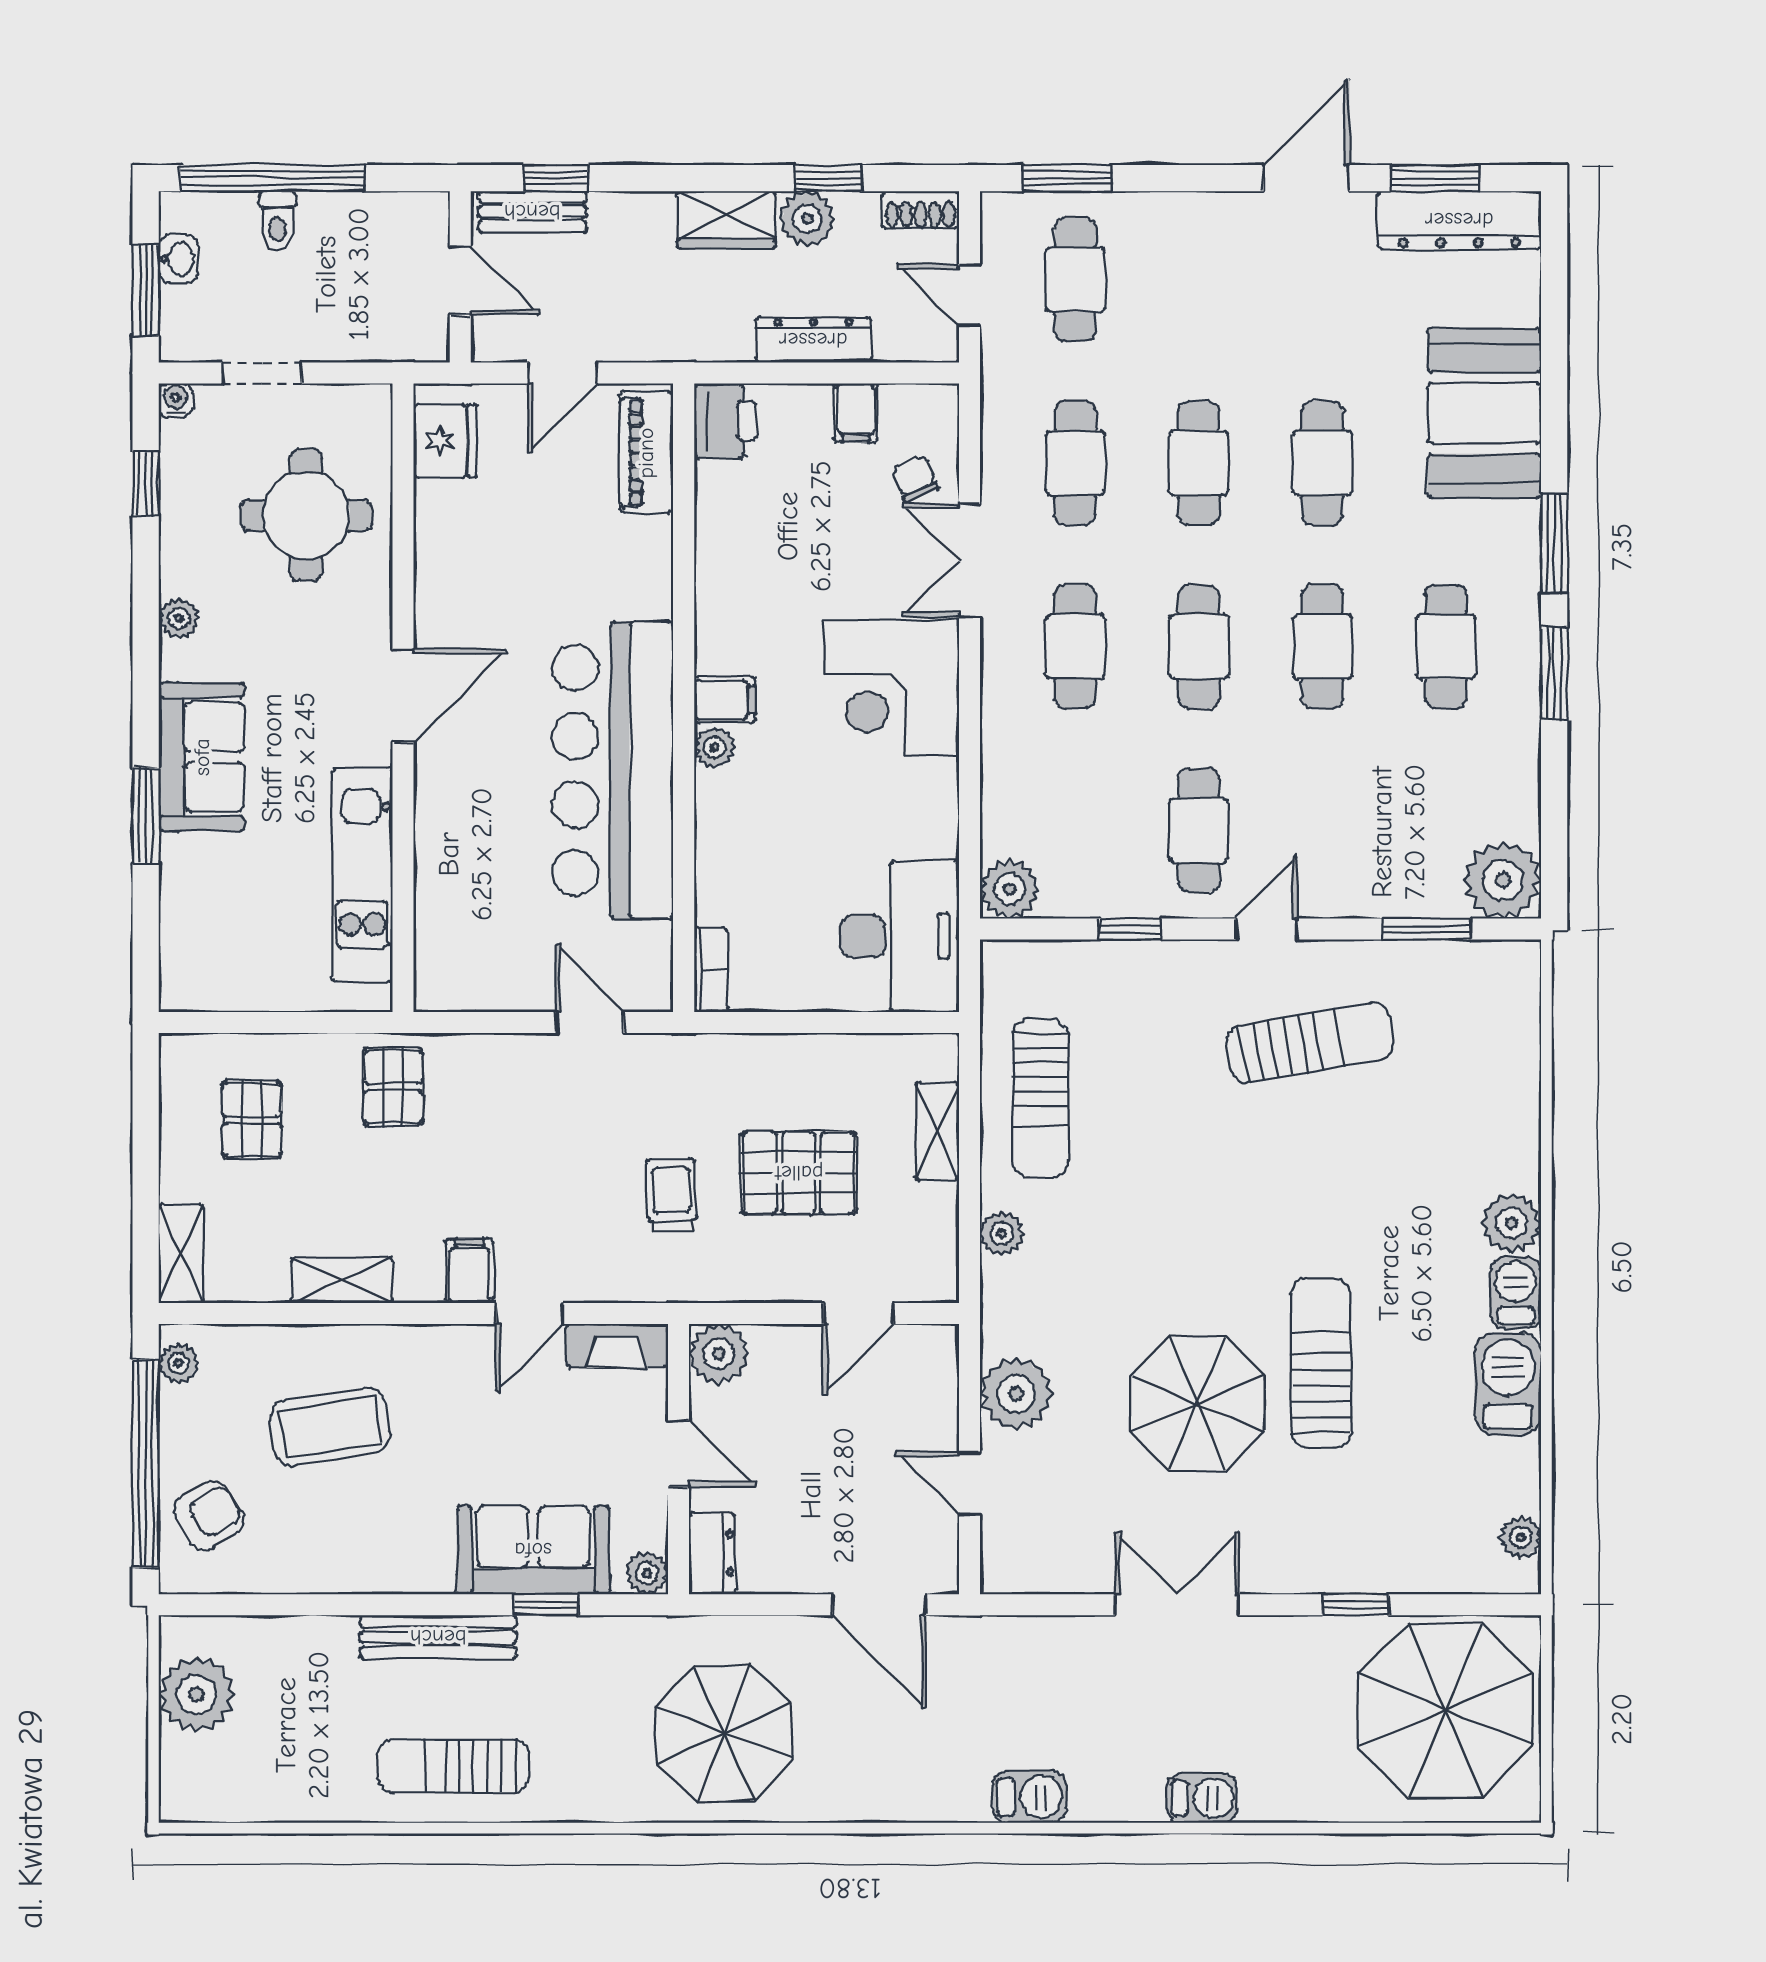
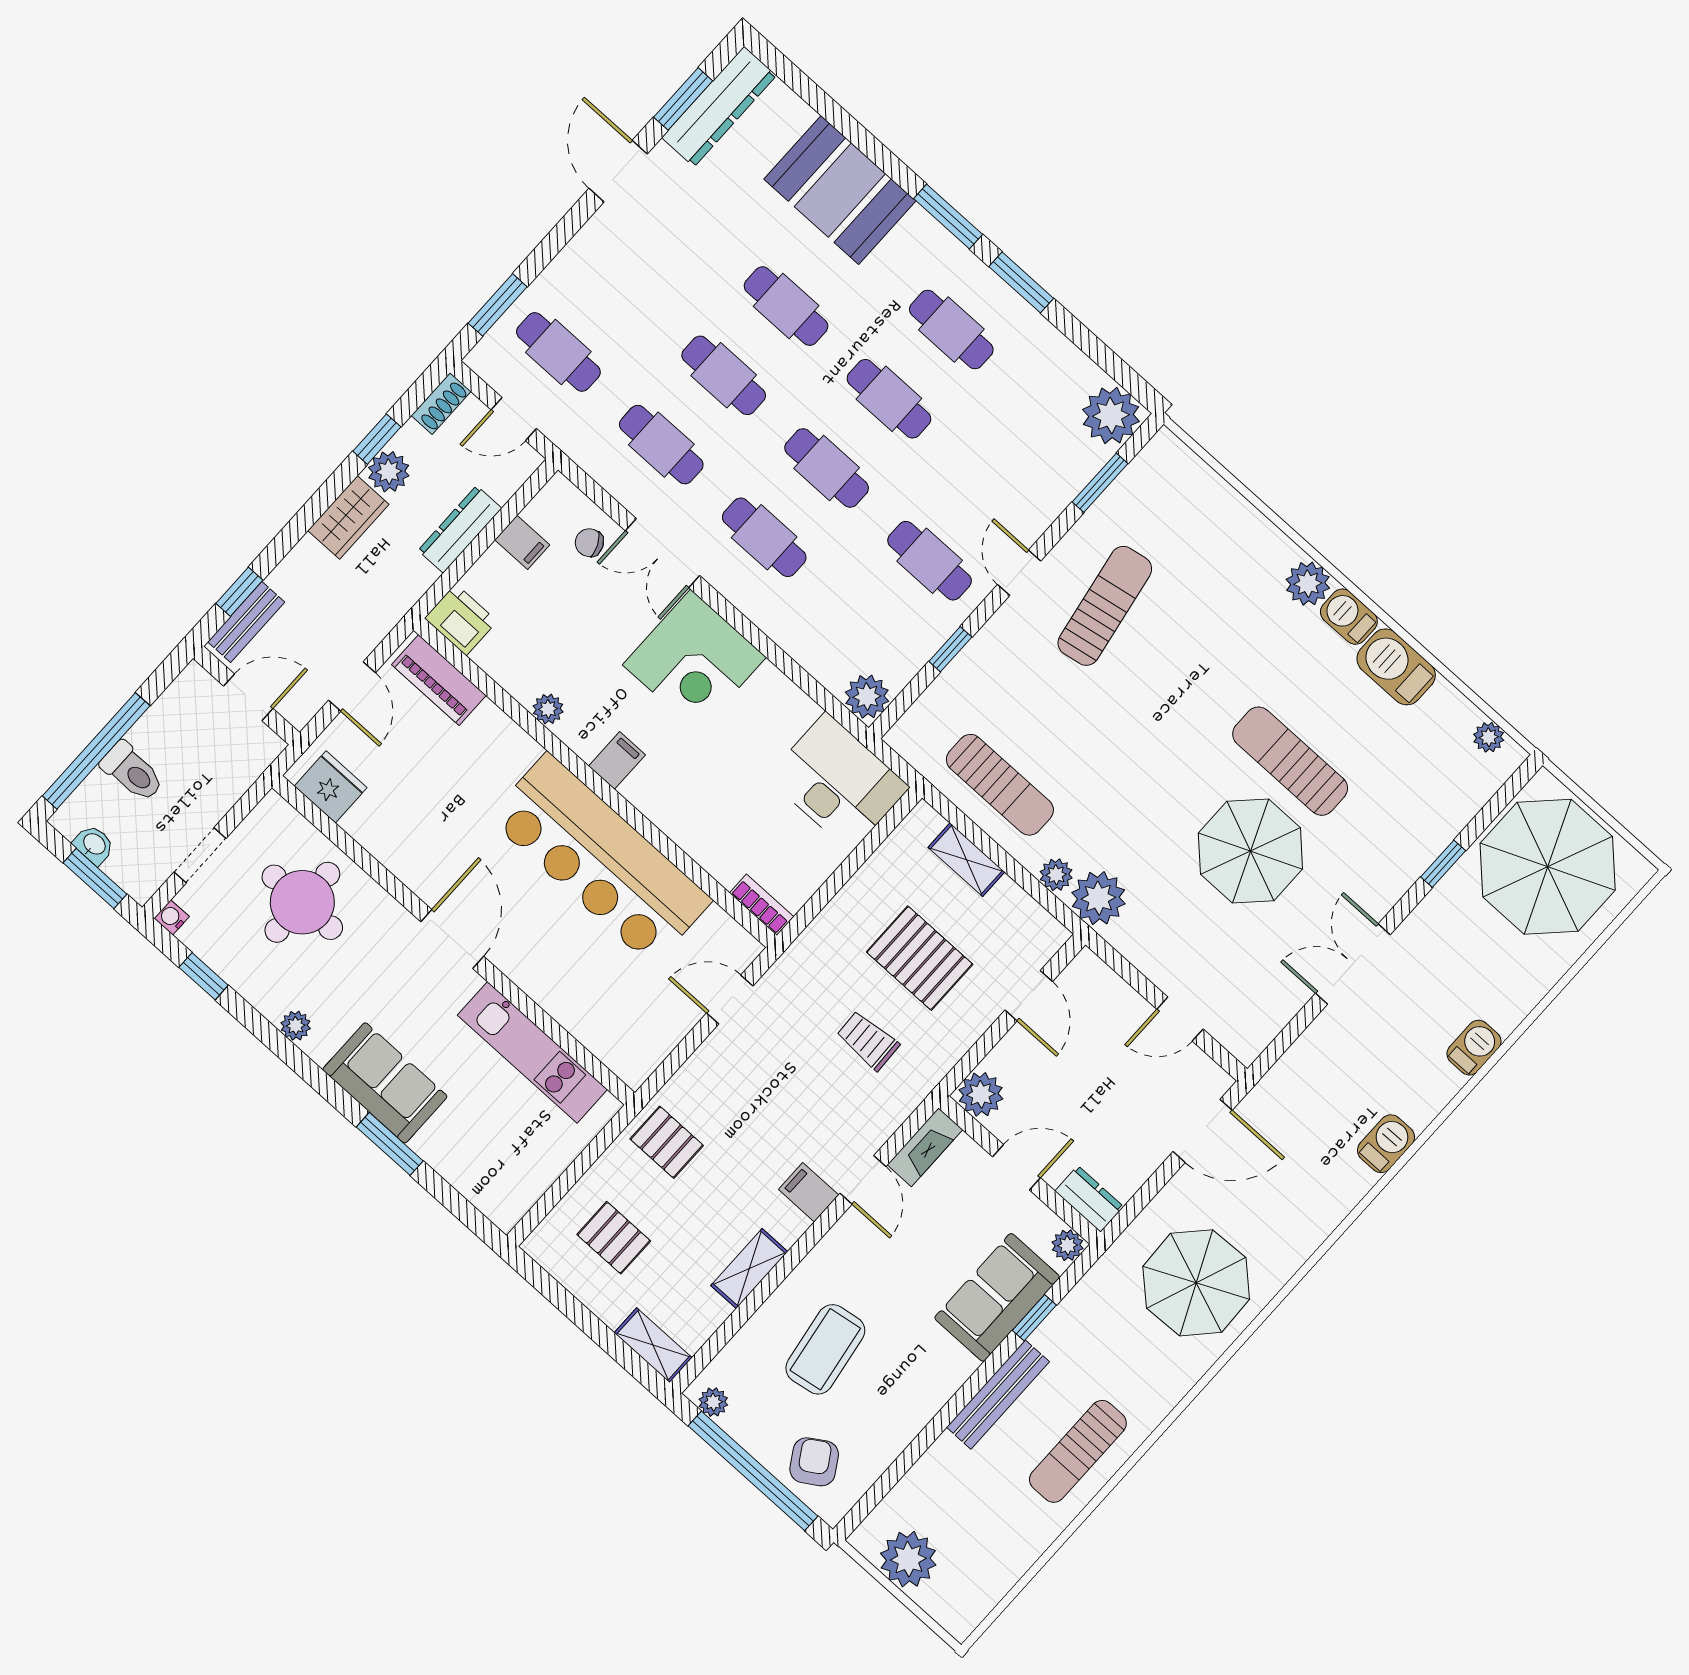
toilet: (277, 221) -> (132, 772), width x1.37, depth x1.39
plant: (714, 747) -> (548, 709), moved
pallet: (799, 1173) -> (920, 958), turned 90
plant: (1016, 1394) -> (1098, 898), moved

